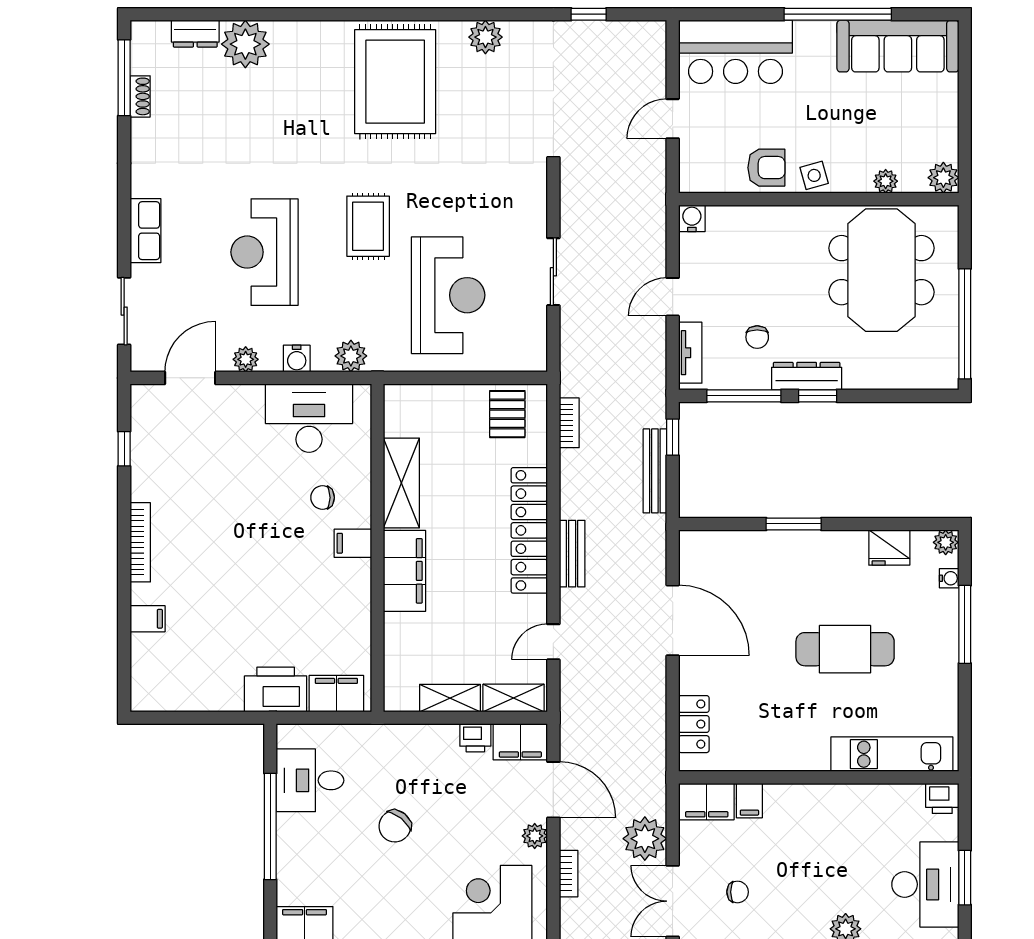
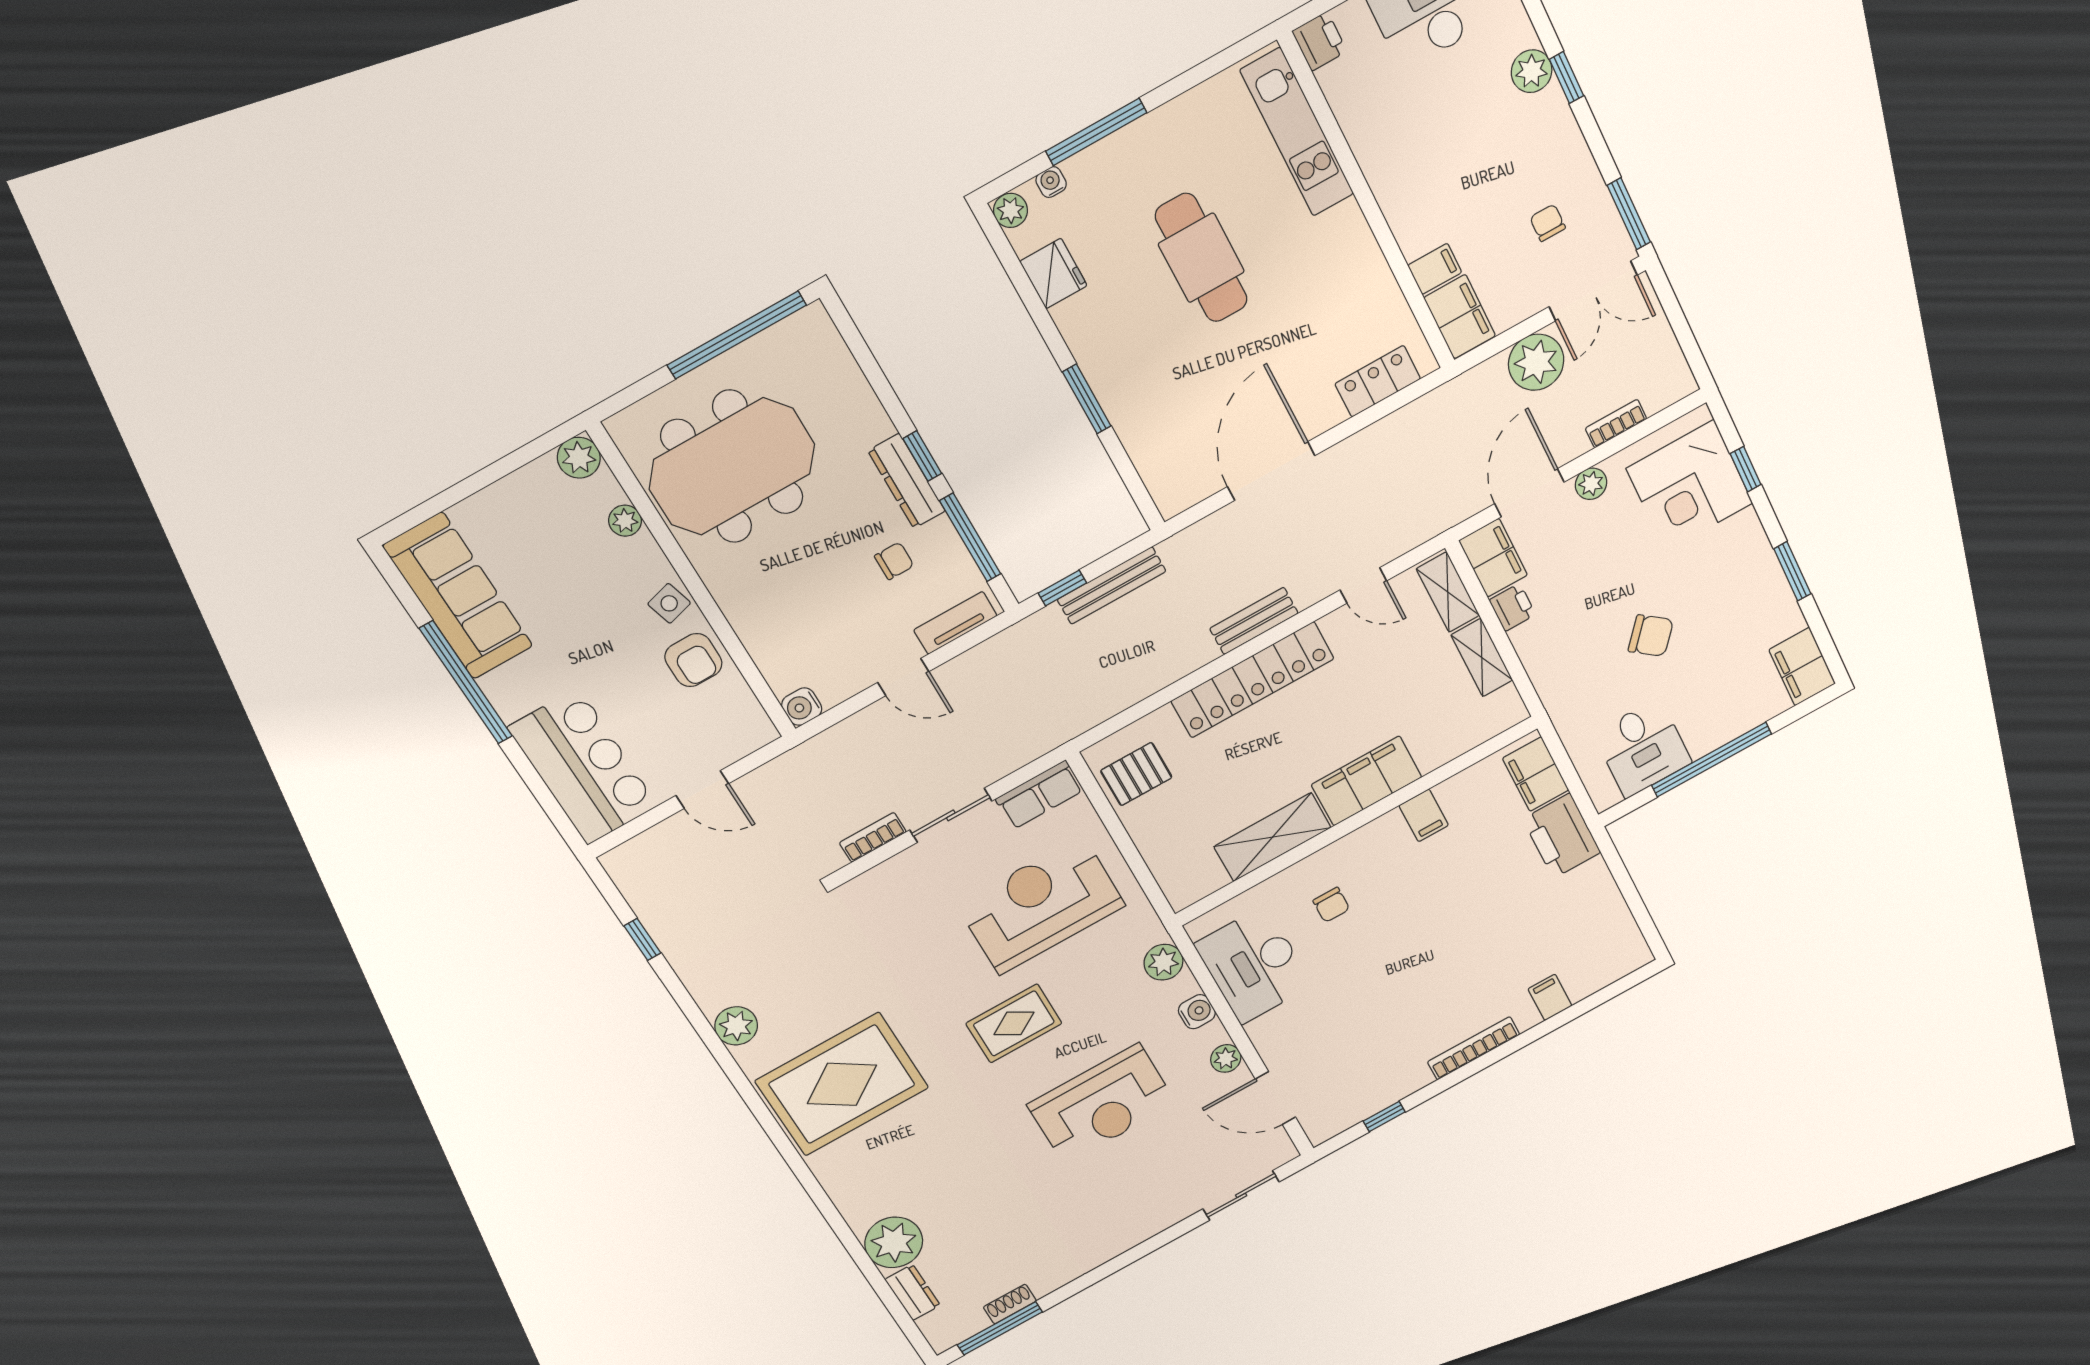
armchair: (766, 168) -> (693, 660), turned 180
row of seats: (145, 231) -> (1039, 795), moved, turned 180
bookcase: (569, 423) -> (873, 837), moved
filing cabinet: (353, 543) -> (1424, 815), moved

